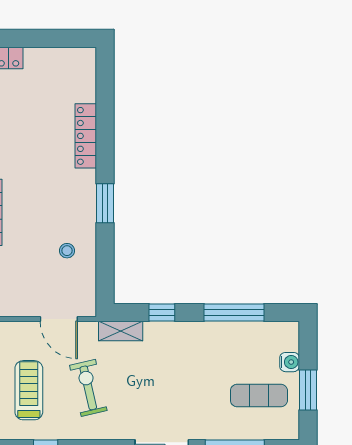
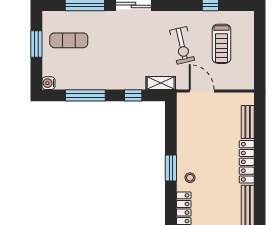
stool: (67, 251) -> (190, 178), moved
water cooler: (290, 362) -> (48, 83), moved

